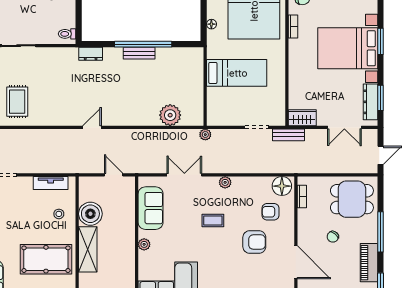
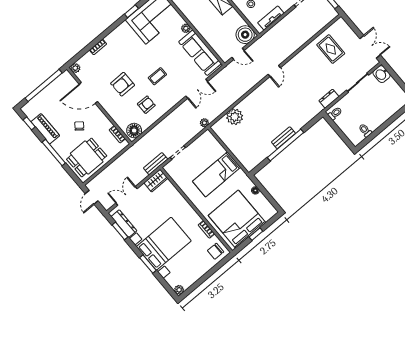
dresser: (91, 54) -> (329, 99), moved
plant: (225, 182) -> (169, 105), removed
sofa: (151, 208) -> (200, 53), width x1.36
armchair: (271, 212) -> (146, 105), moved
boiler: (90, 214) -> (245, 35), moved

